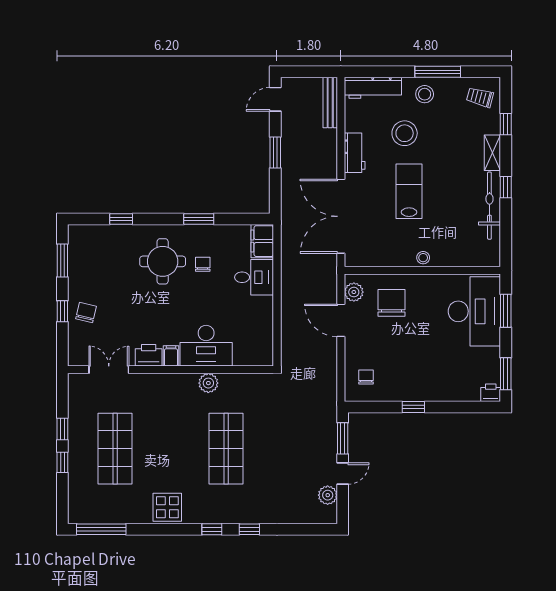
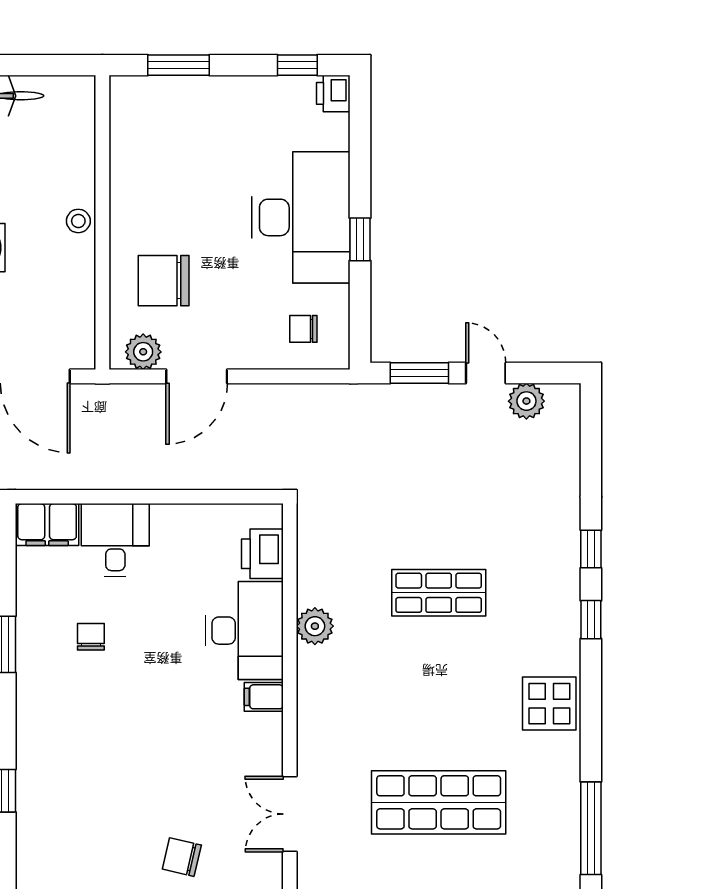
round table: (163, 261) -> (85, 713), removed
chair: (203, 264) -> (91, 637), turned 90
desk: (474, 311) -> (301, 217), moved, turned 90
printer: (149, 355) -> (262, 554), moved
window: (506, 374) -> (297, 65), width x0.67
shop shelf: (226, 449) -> (439, 593), width x0.70, depth x0.74

